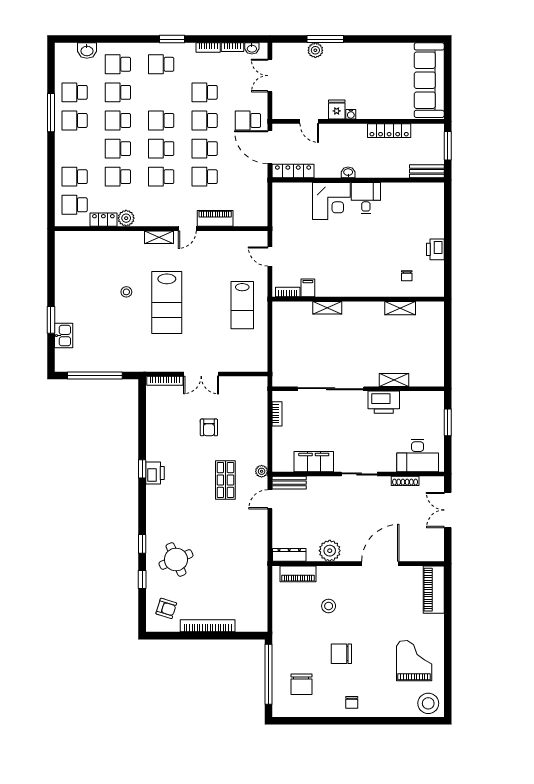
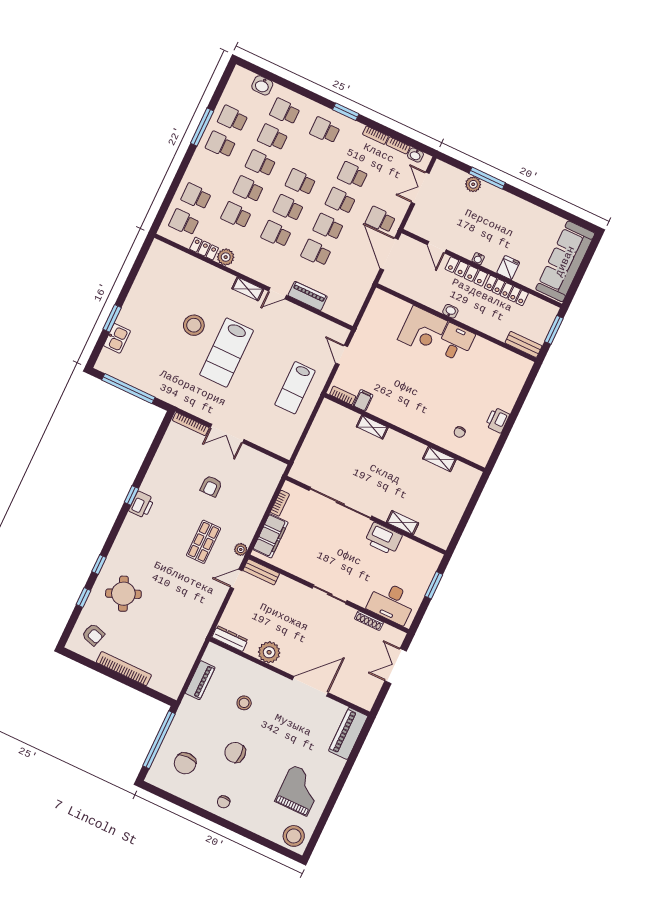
fridge: (337, 109) -> (508, 267), moved
locker: (293, 171) -> (466, 271), moved, turned 180
stool: (126, 292) -> (194, 325), width x1.89, depth x1.89
filing cabinet: (314, 462) -> (270, 536), moved, turned 90
piano: (298, 574) -> (200, 680), moved, turned -90

